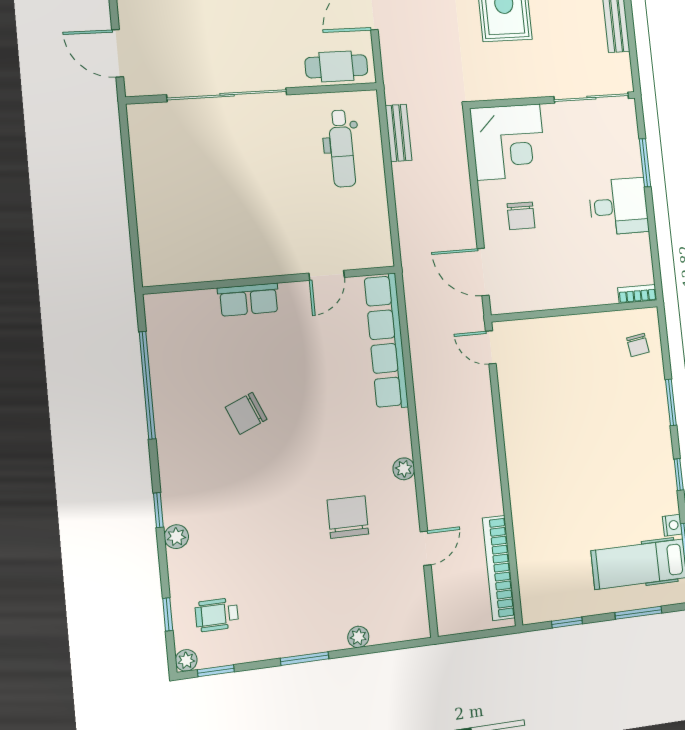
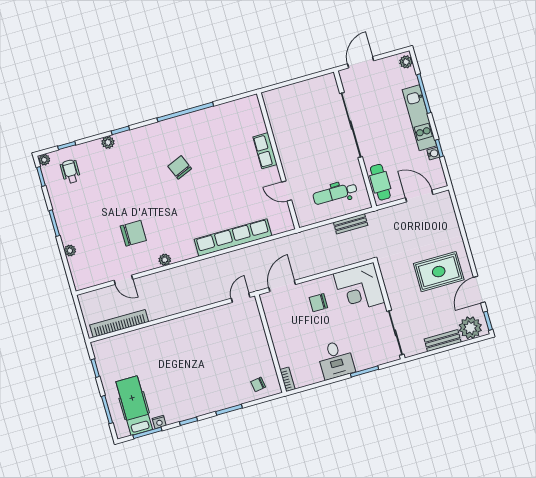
door: (327, 275) -> (287, 191), moved
wall: (271, 280) -> (278, 161), moved
row of seats: (249, 300) -> (265, 151), moved

